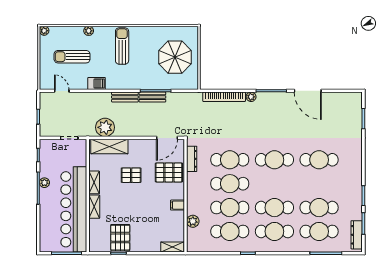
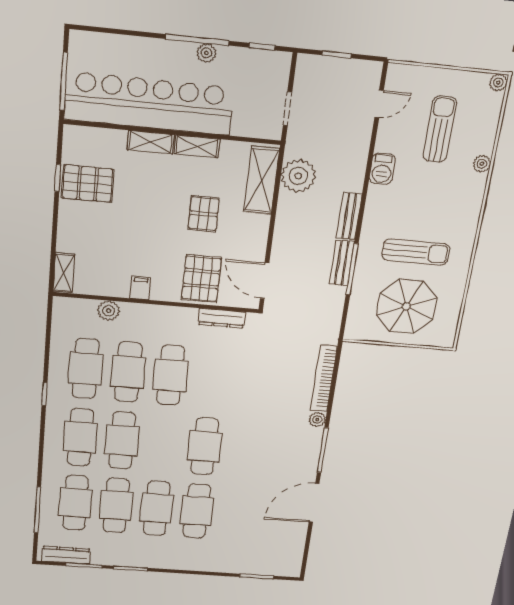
sun lounger: (122, 46) -> (416, 252), moved
cafe table: (230, 160) -> (157, 508), moved

